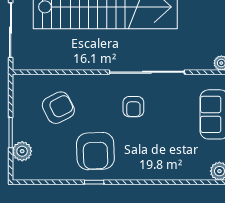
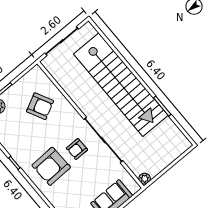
armchair: (95, 151) -> (51, 166), moved

